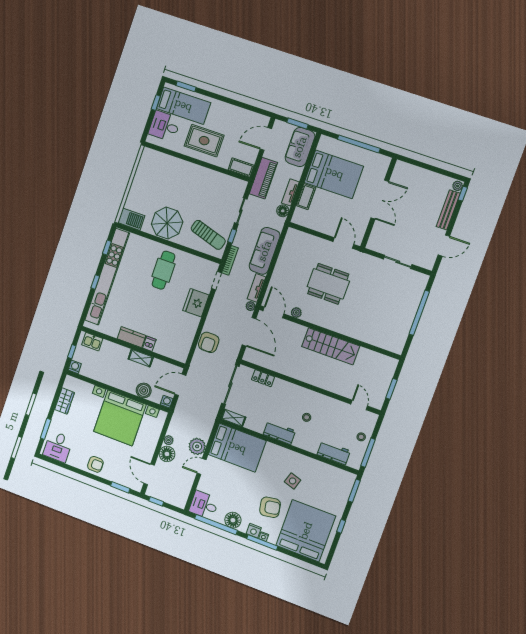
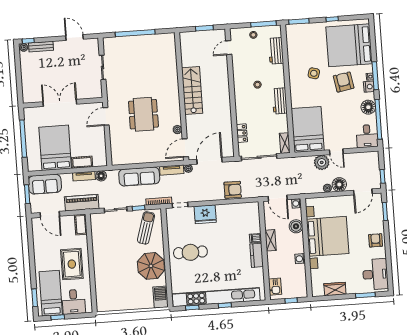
bench: (448, 210) -> (41, 47), width x0.73
washing machine: (75, 367) -> (300, 259), moved
desk: (58, 447) -> (375, 274), width x1.37

